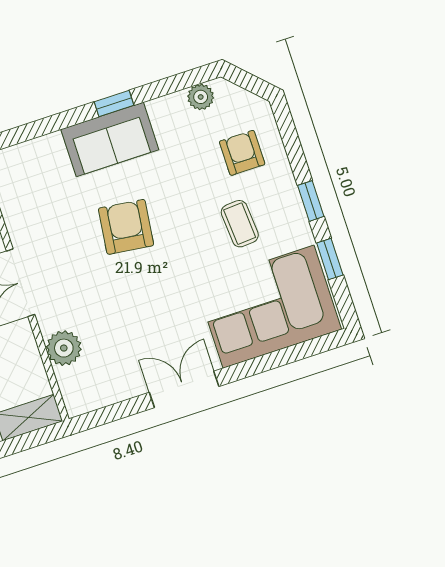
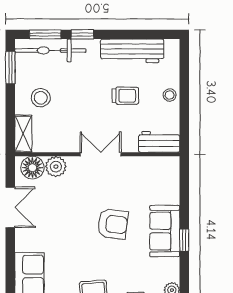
floor lamp: (78, 385) -> (32, 168), added
double door: (184, 389) -> (10, 207), moved

